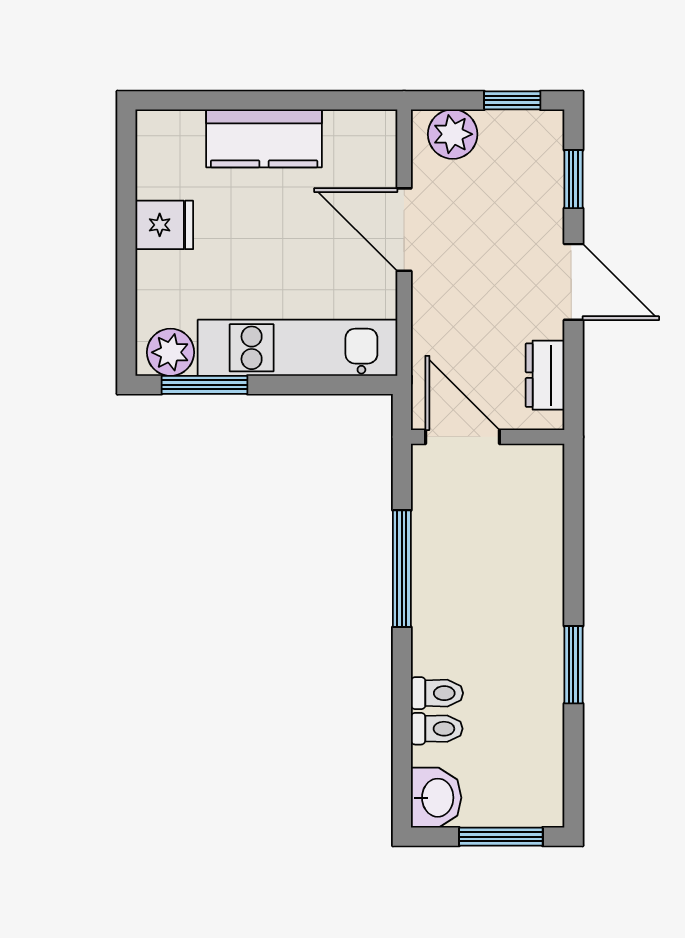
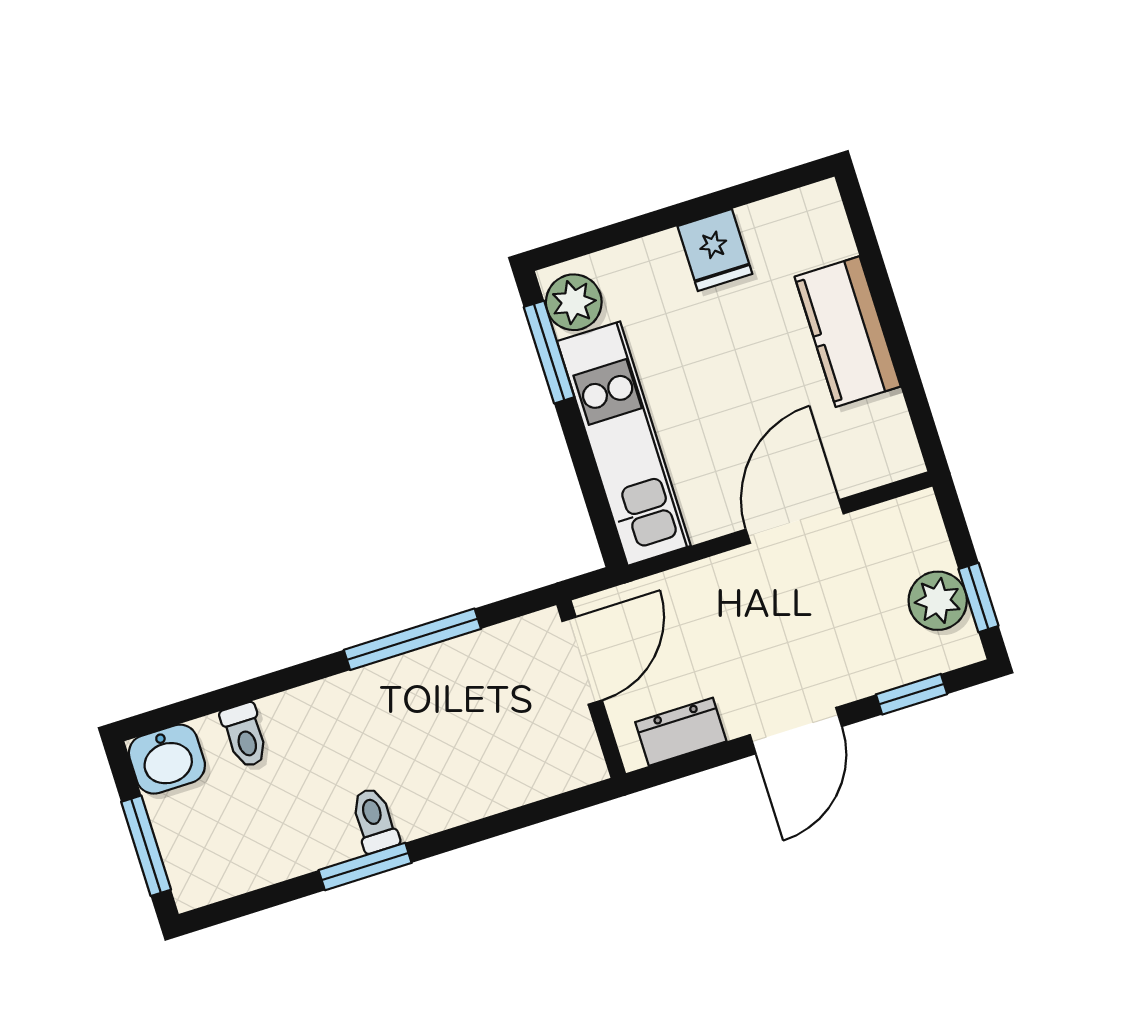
plant: (453, 134) -> (938, 601), moved
toilet: (437, 693) -> (374, 820), moved, turned 180

